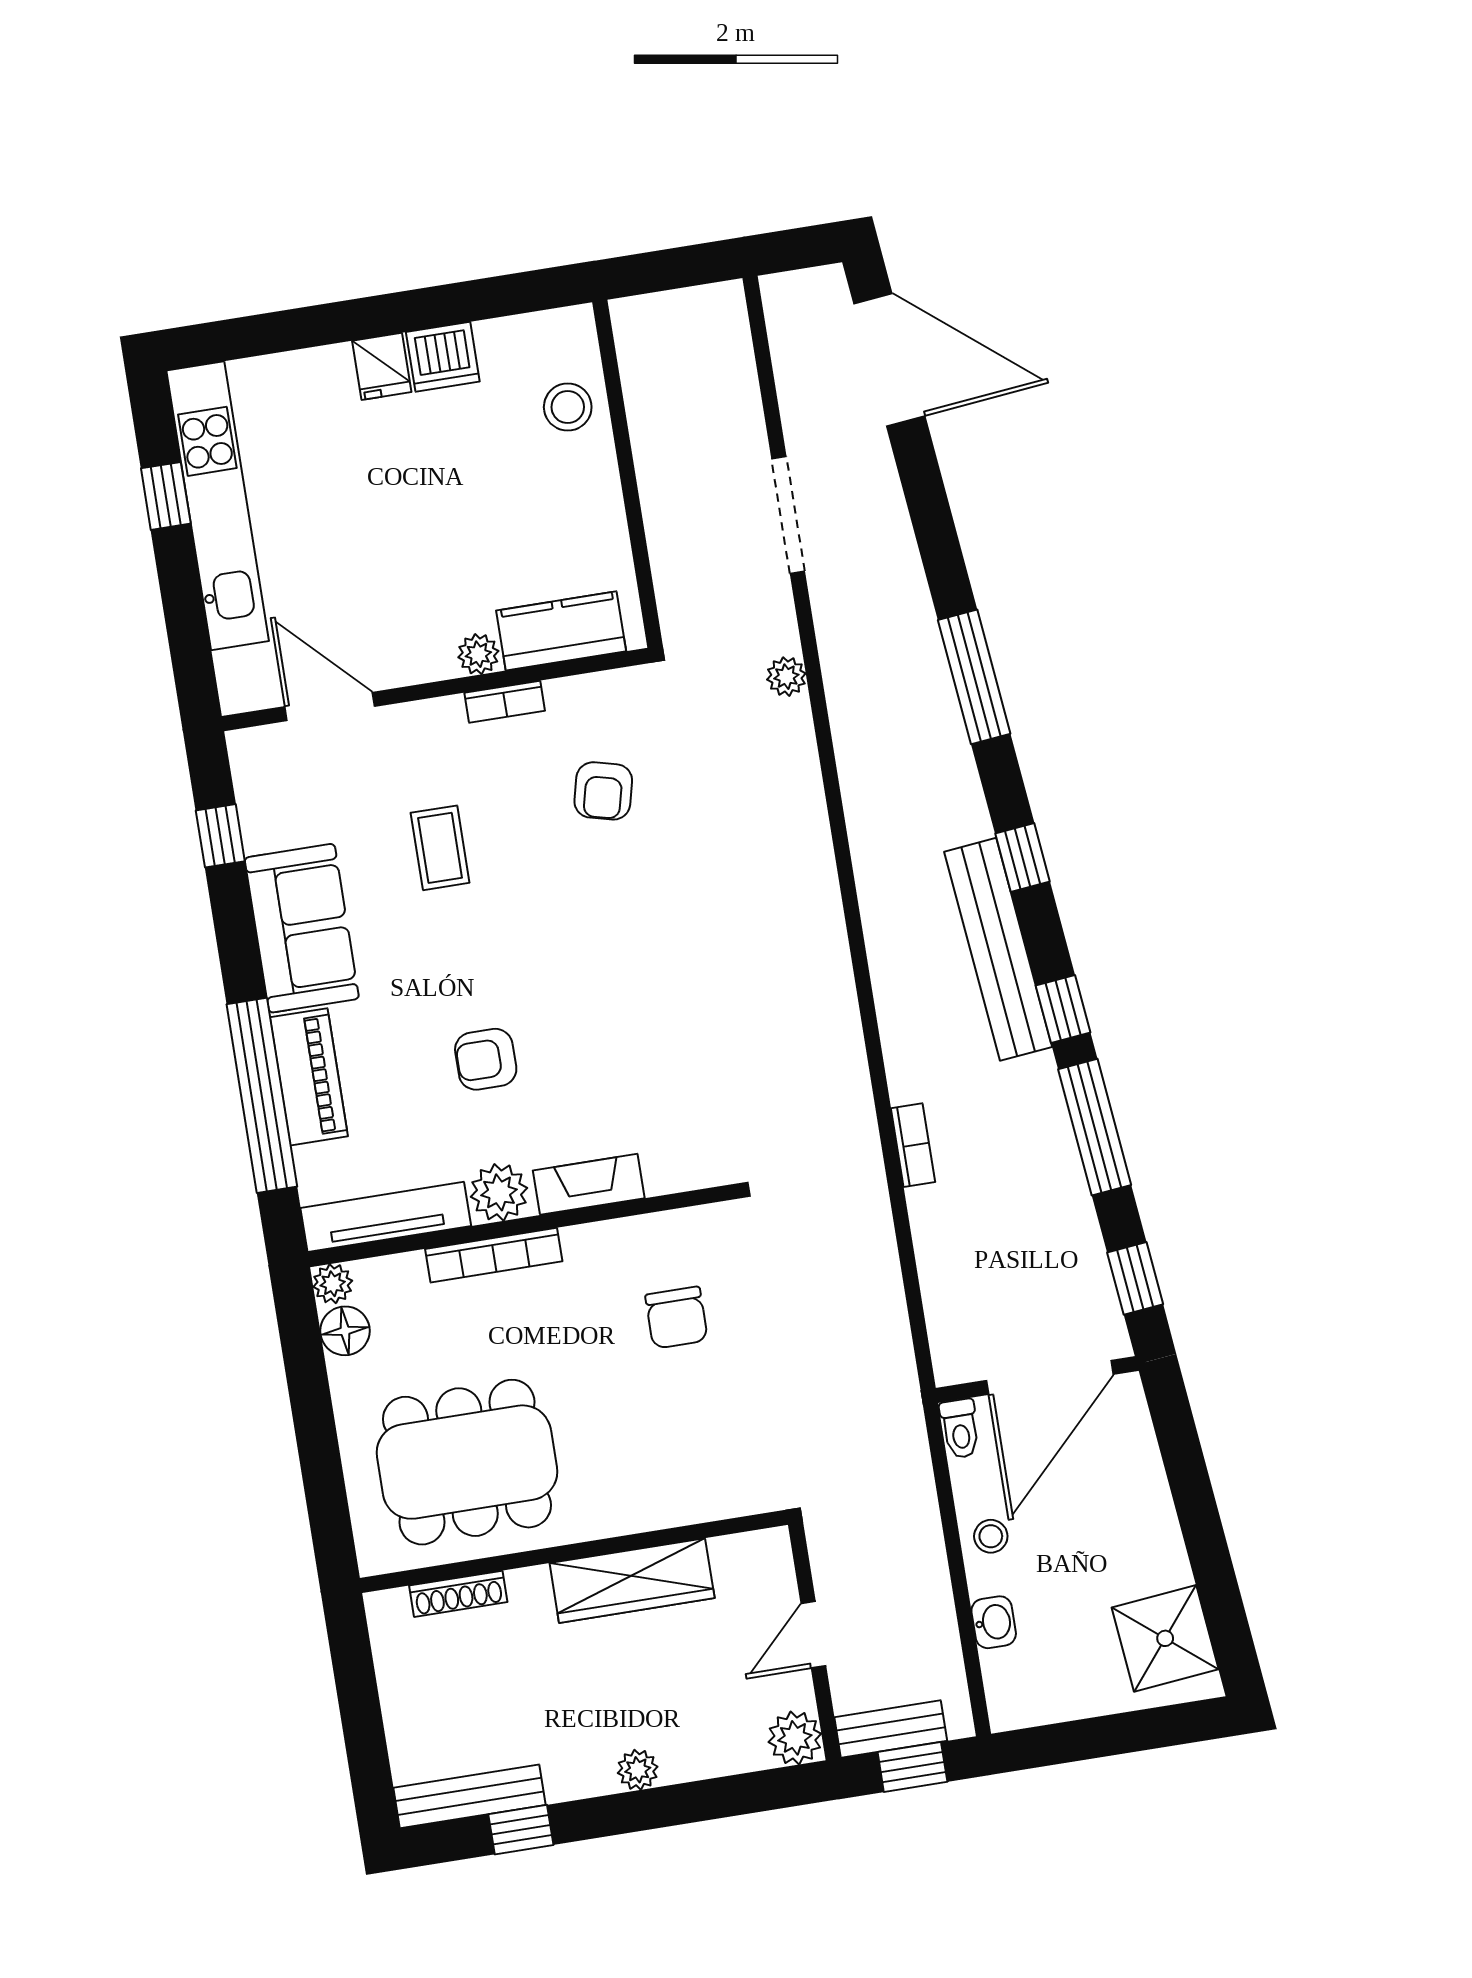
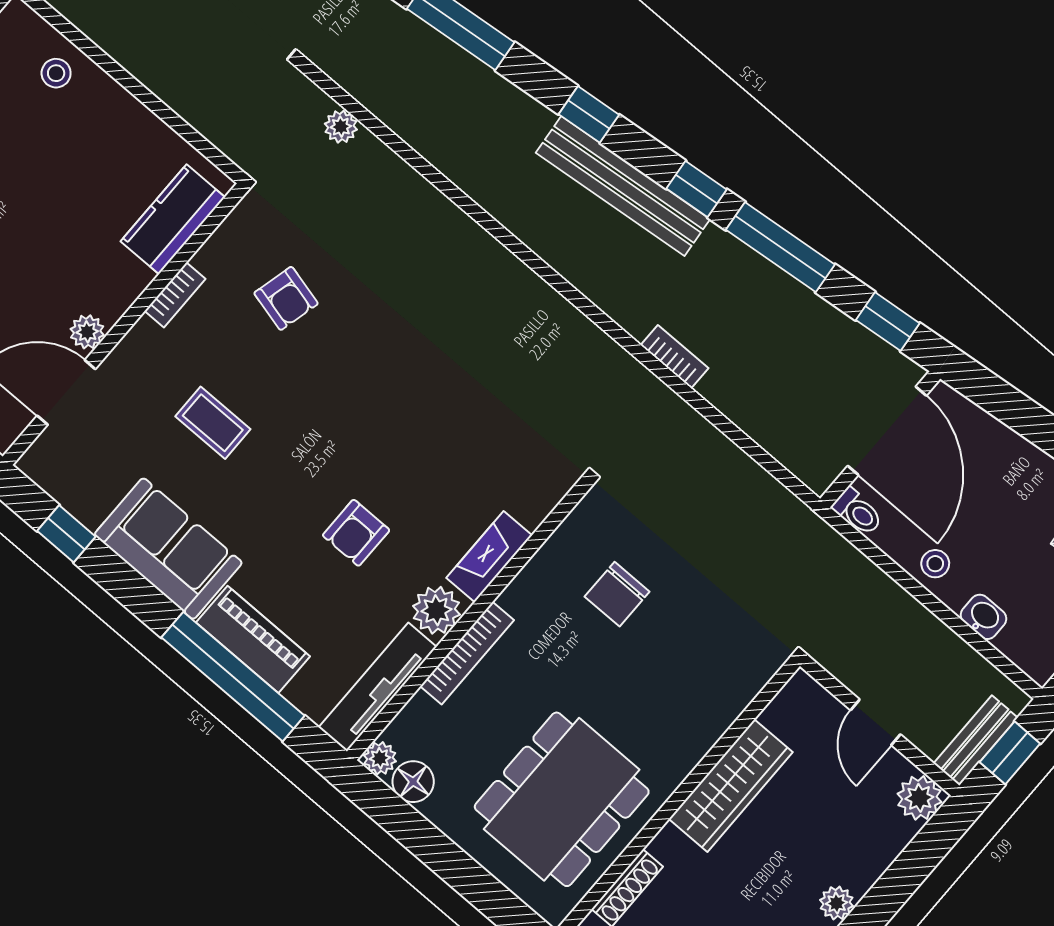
stool: (568, 407) -> (56, 73), width x0.73, depth x0.73
plant: (478, 654) -> (87, 332), moved
chair: (676, 1318) -> (617, 594), turned 90

